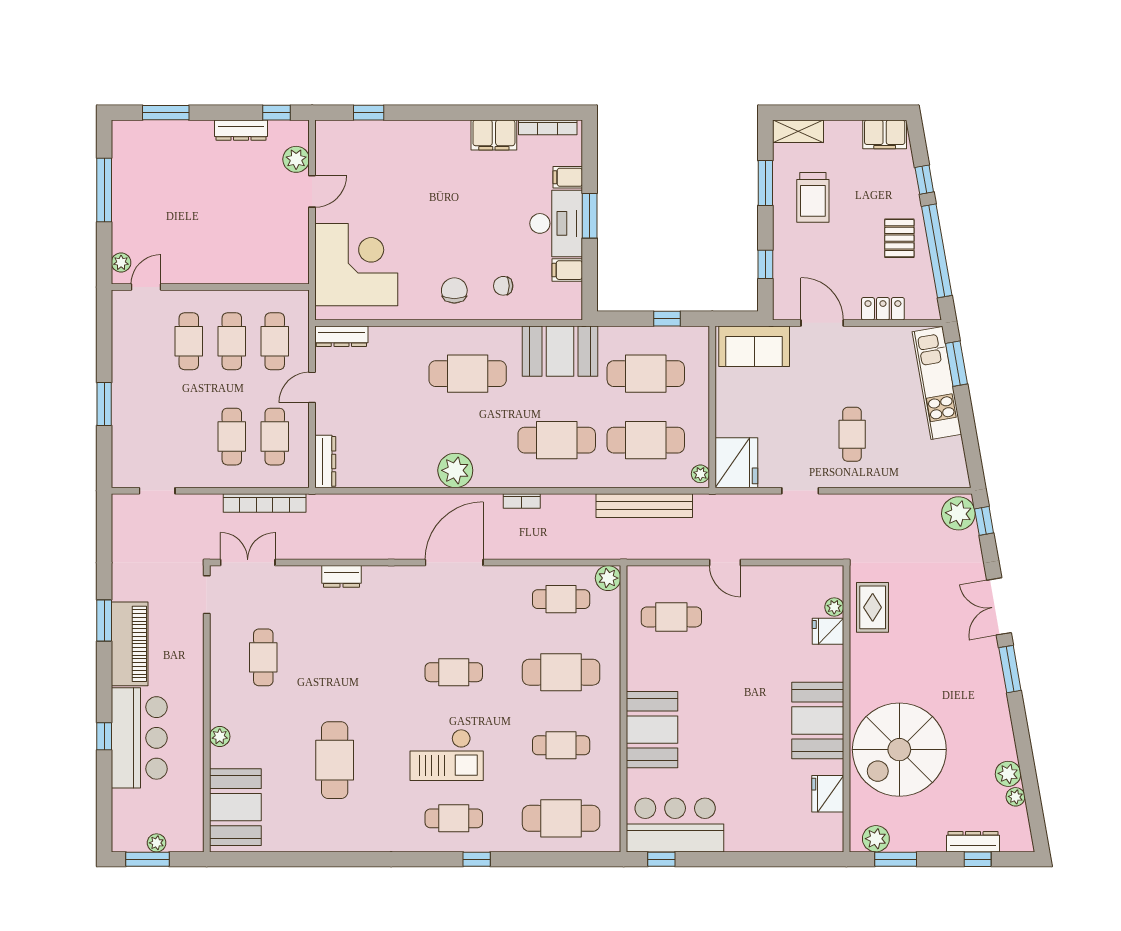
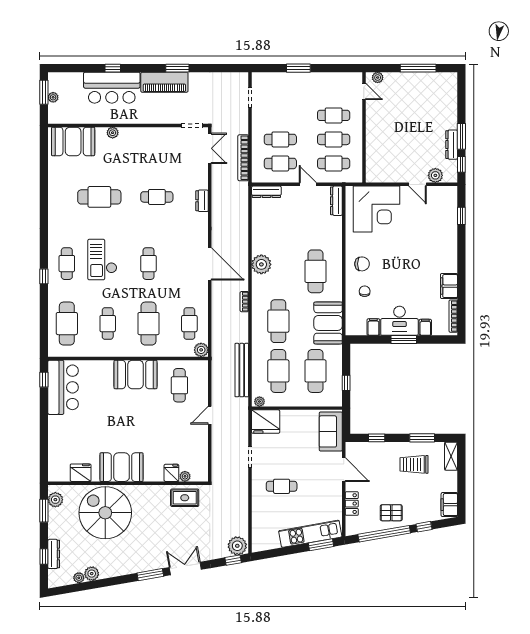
window: (166, 113) -> (461, 136), moved
door: (822, 323) -> (344, 470), hinge flipped
cafe table: (263, 657) -> (157, 197), moved
booth: (652, 730) -> (136, 374), moved

